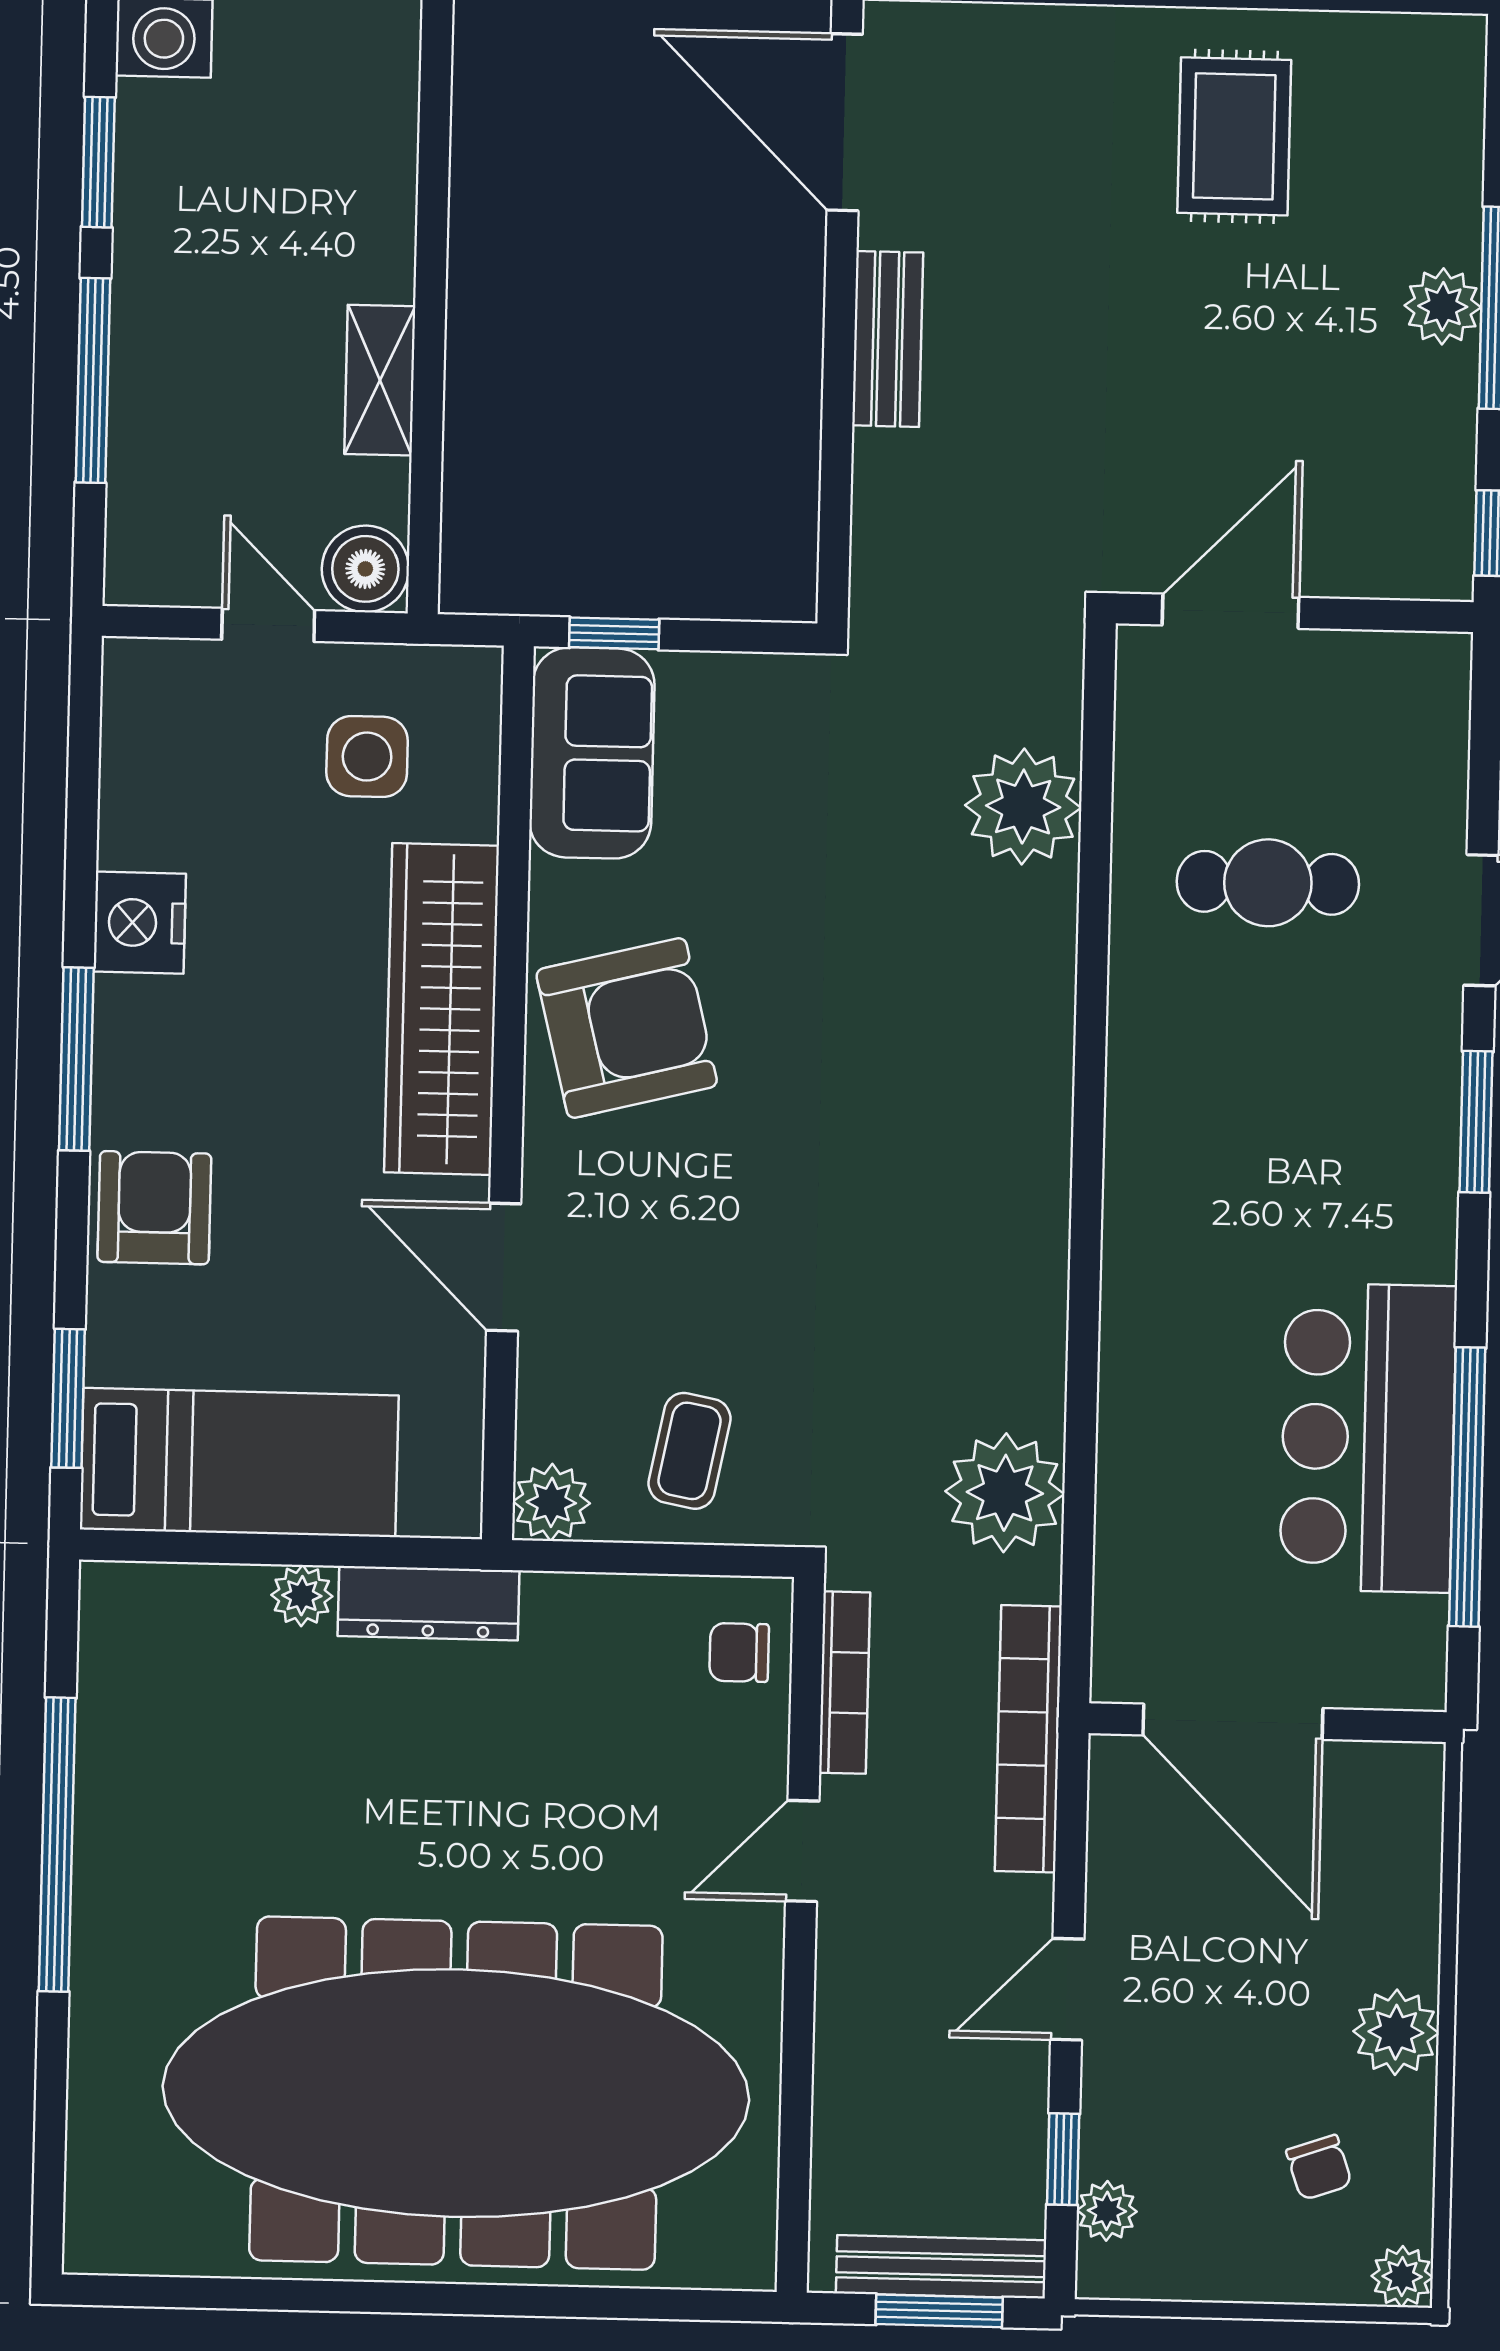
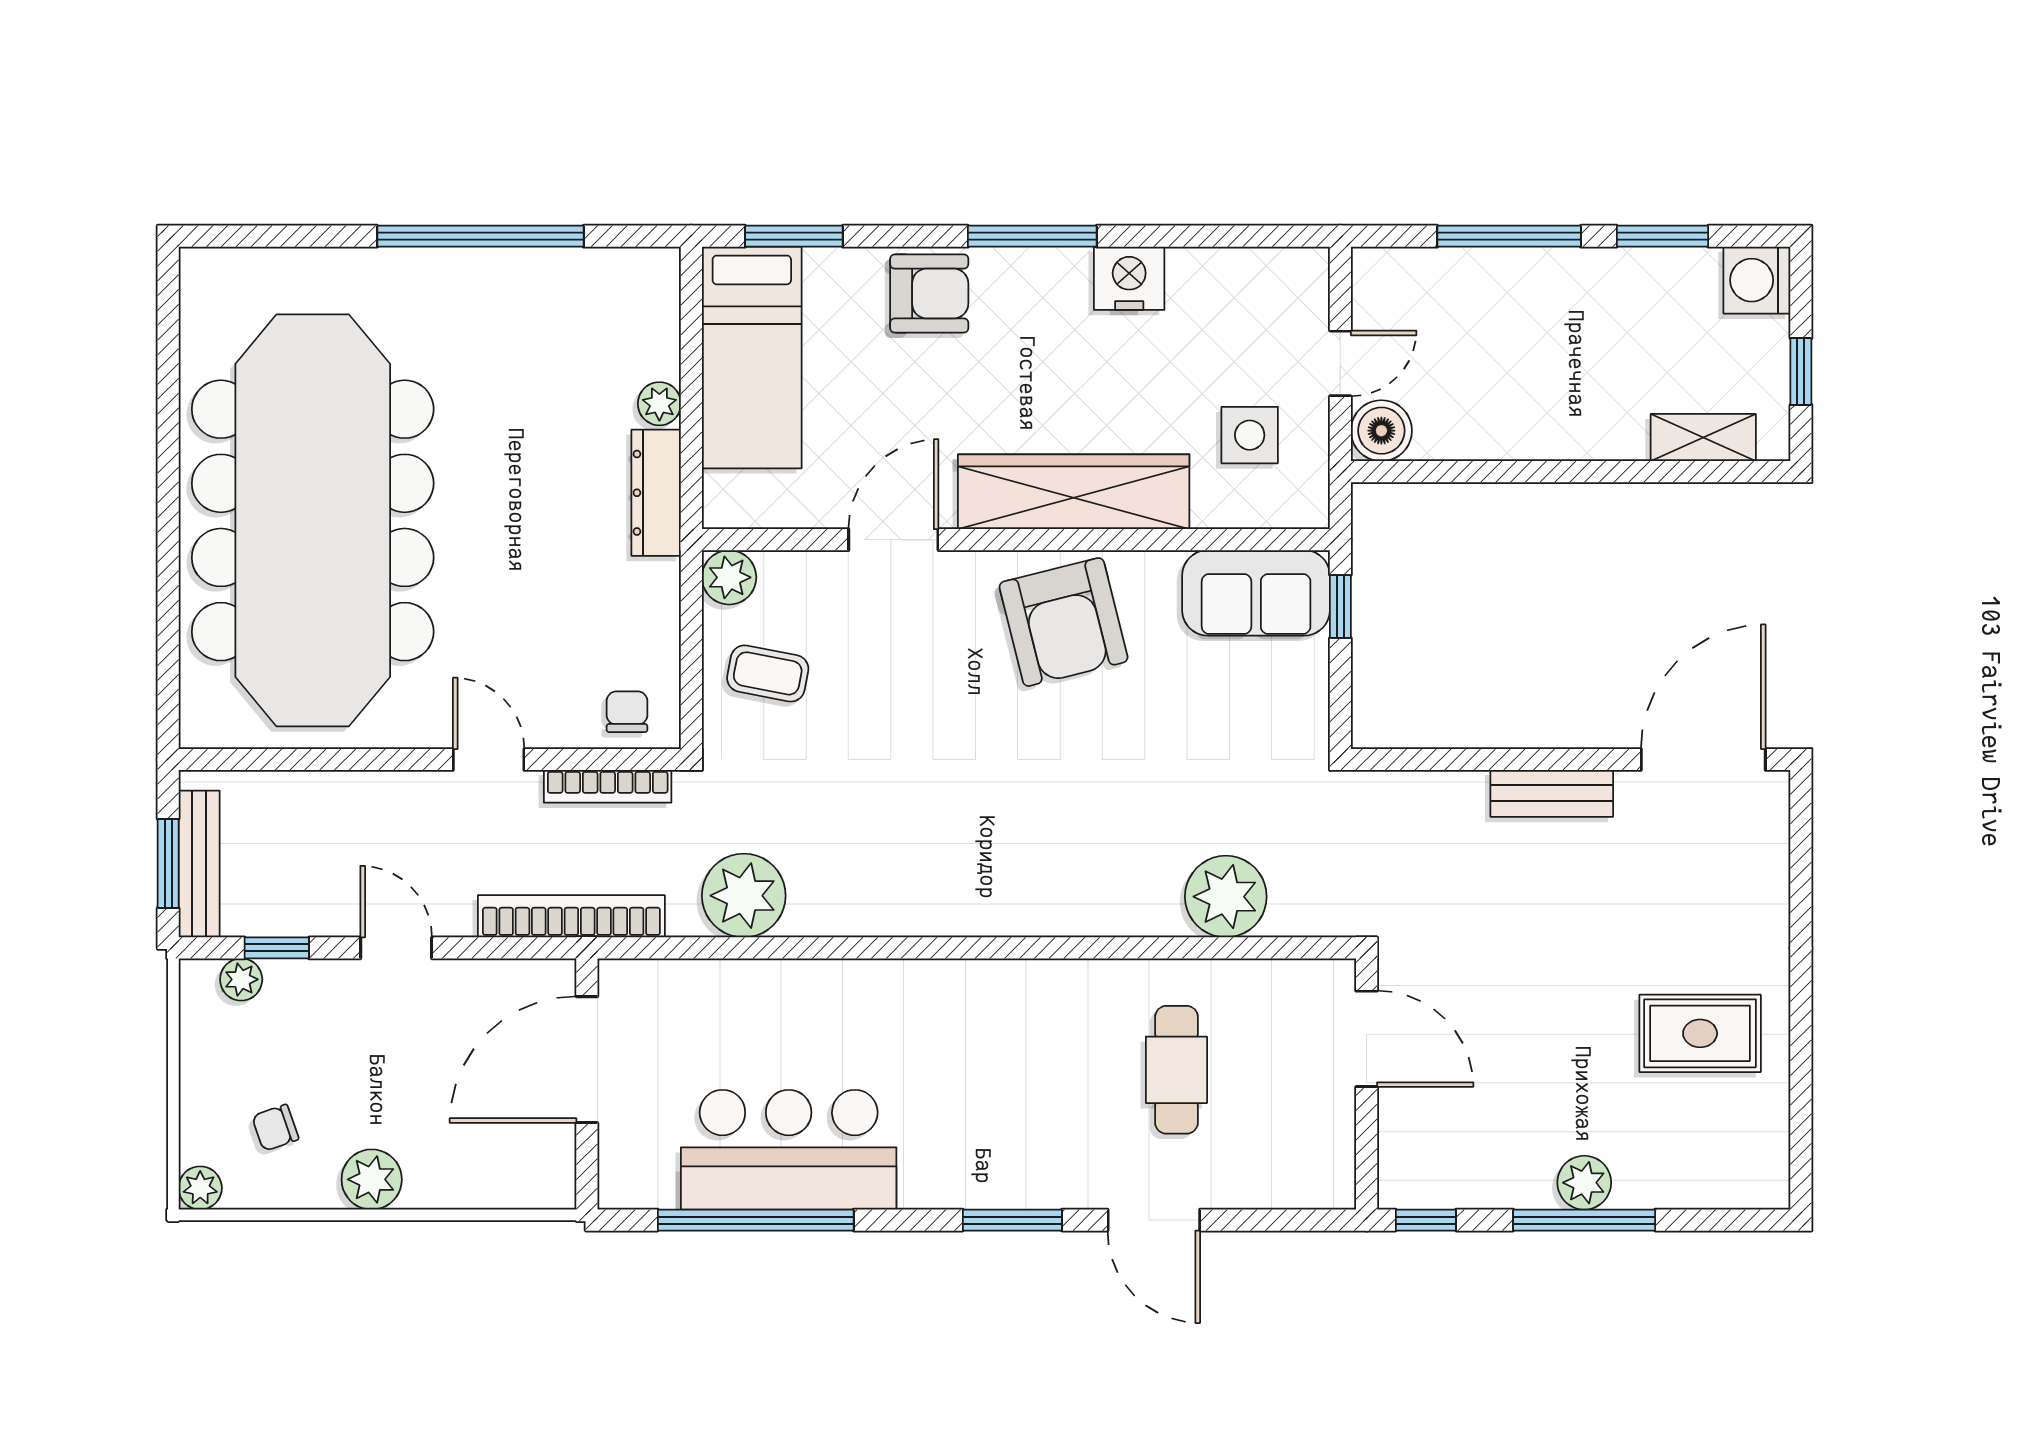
shelving: (380, 380) -> (1703, 438), moved

